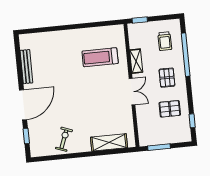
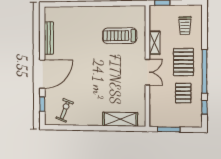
window: (186, 55) -> (204, 71), moved
pallet: (167, 78) -> (183, 62), width x1.50, depth x1.42
pallet: (170, 109) -> (183, 93), turned 90
exercise bike: (64, 139) -> (65, 110), moved

